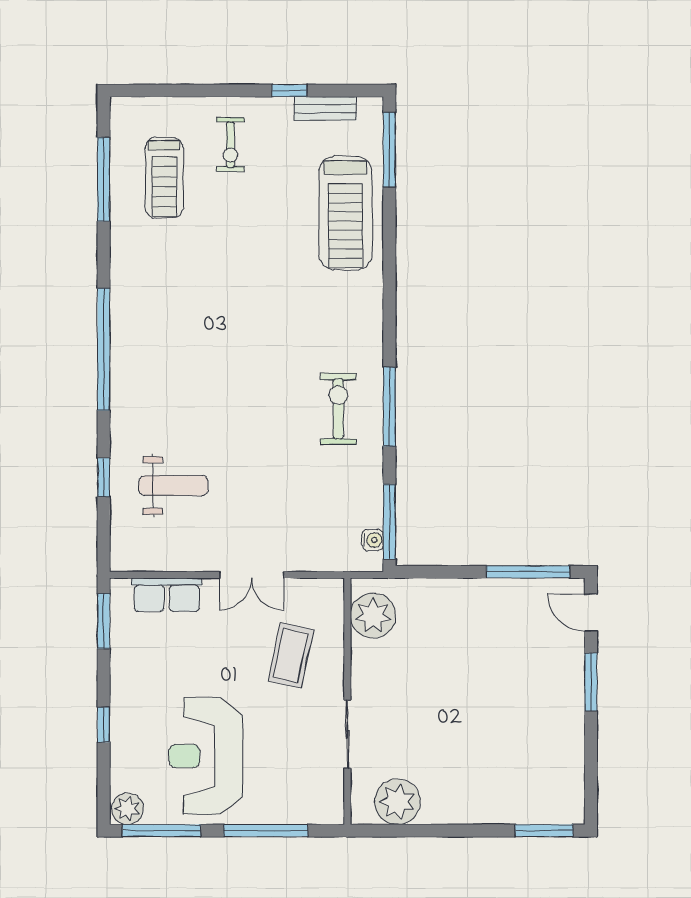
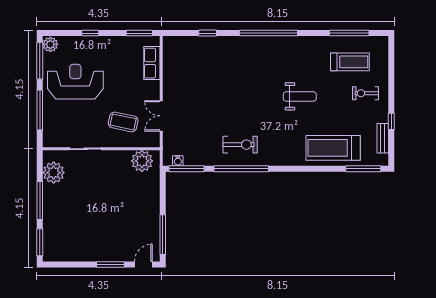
treadmill: (164, 178) -> (350, 62), turned 180
window: (389, 407) -> (241, 169), width x1.46
weight bench: (173, 485) -> (300, 96), moved, turned -90
double door: (252, 575) -> (161, 116), moved
window: (456, 831) -> (40, 201), added

